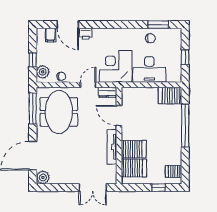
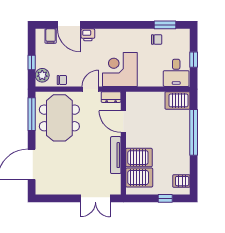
desk: (149, 70) -> (176, 73), moved, width x0.73
plant: (43, 177) -> (42, 188), removed

